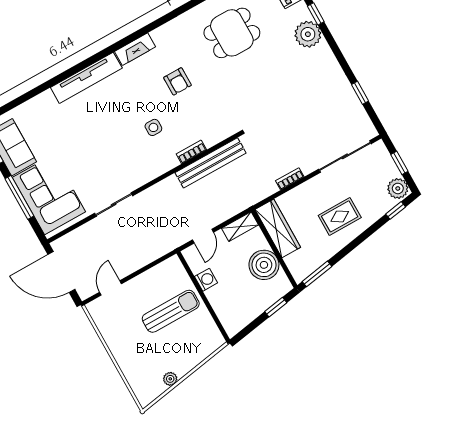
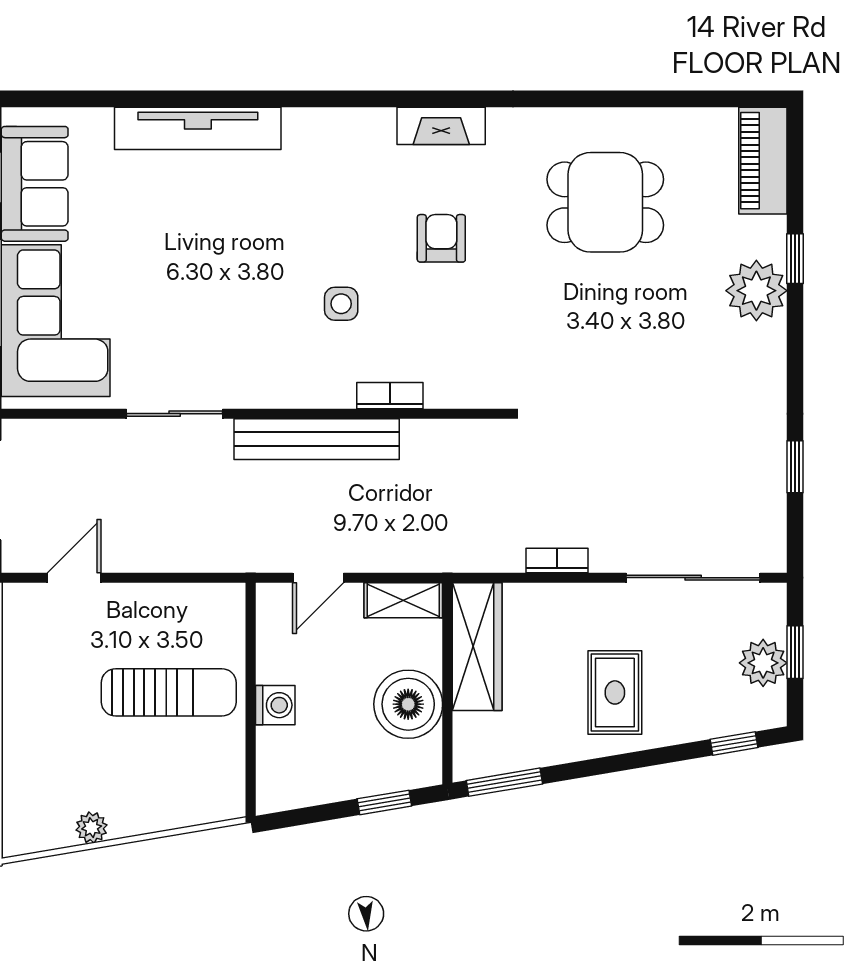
fireplace: (135, 49) -> (441, 126), moved
tv unit: (86, 78) -> (198, 128), moved
armchair: (177, 81) -> (441, 238), turned 180
bench: (211, 163) -> (317, 439), moved
plant: (398, 189) -> (763, 663), moved
rug: (340, 216) -> (615, 692), turned 90
washing machine: (206, 280) -> (275, 705), moved

